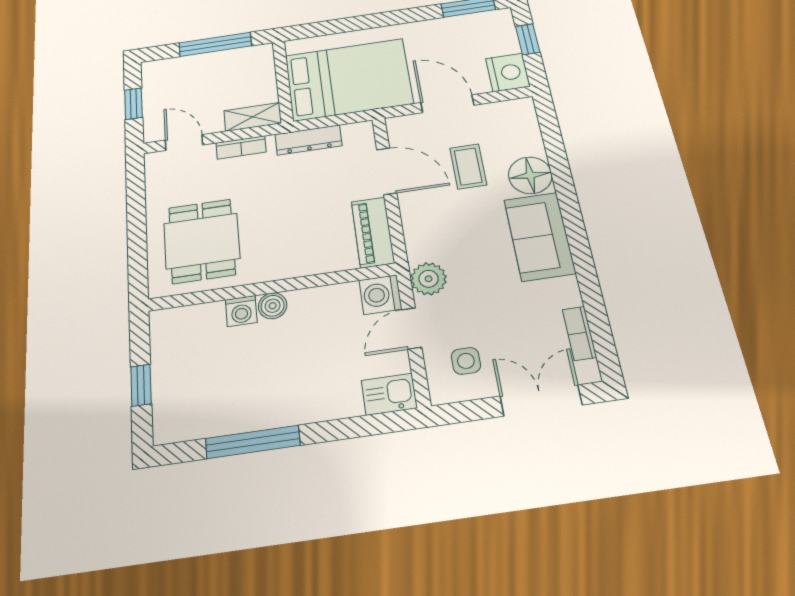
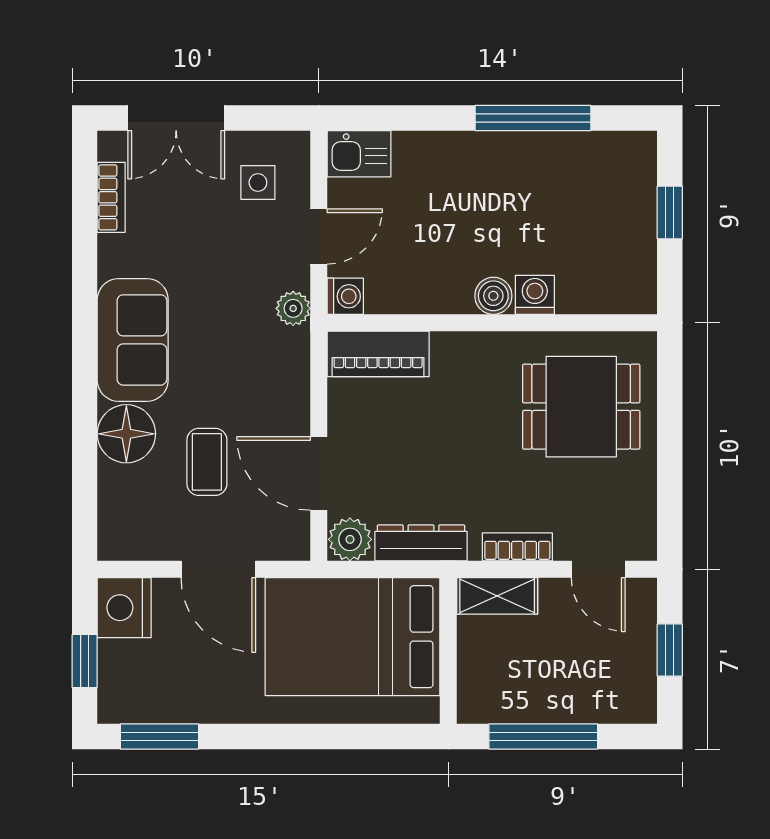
plant: (358, 135) -> (350, 539), added
piano: (373, 232) -> (378, 354), moved, turned 90
dining table: (202, 241) -> (581, 407), turned 90
plant: (429, 279) -> (293, 308), width x0.73, depth x0.73
washing machine: (380, 295) -> (345, 296), width x0.73, depth x0.73

